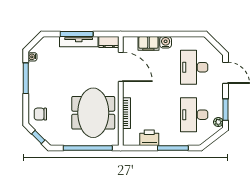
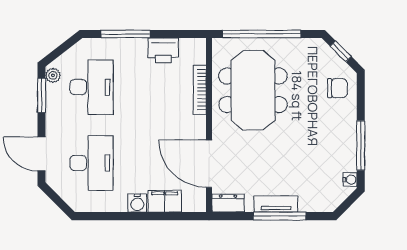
tv unit: (79, 42) -> (276, 204), width x0.71

